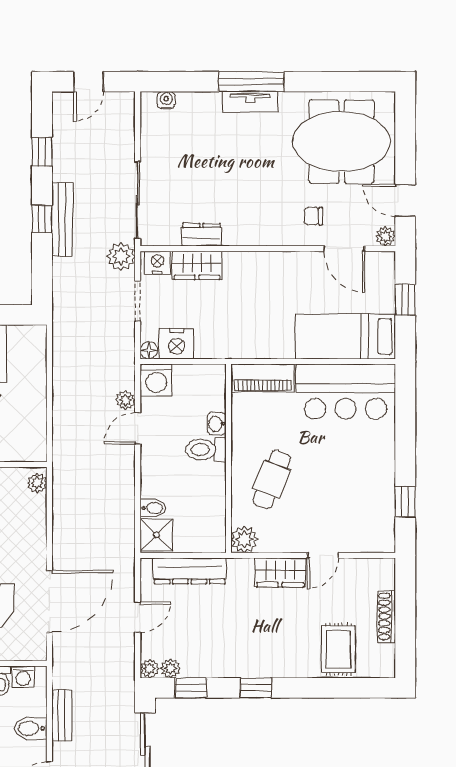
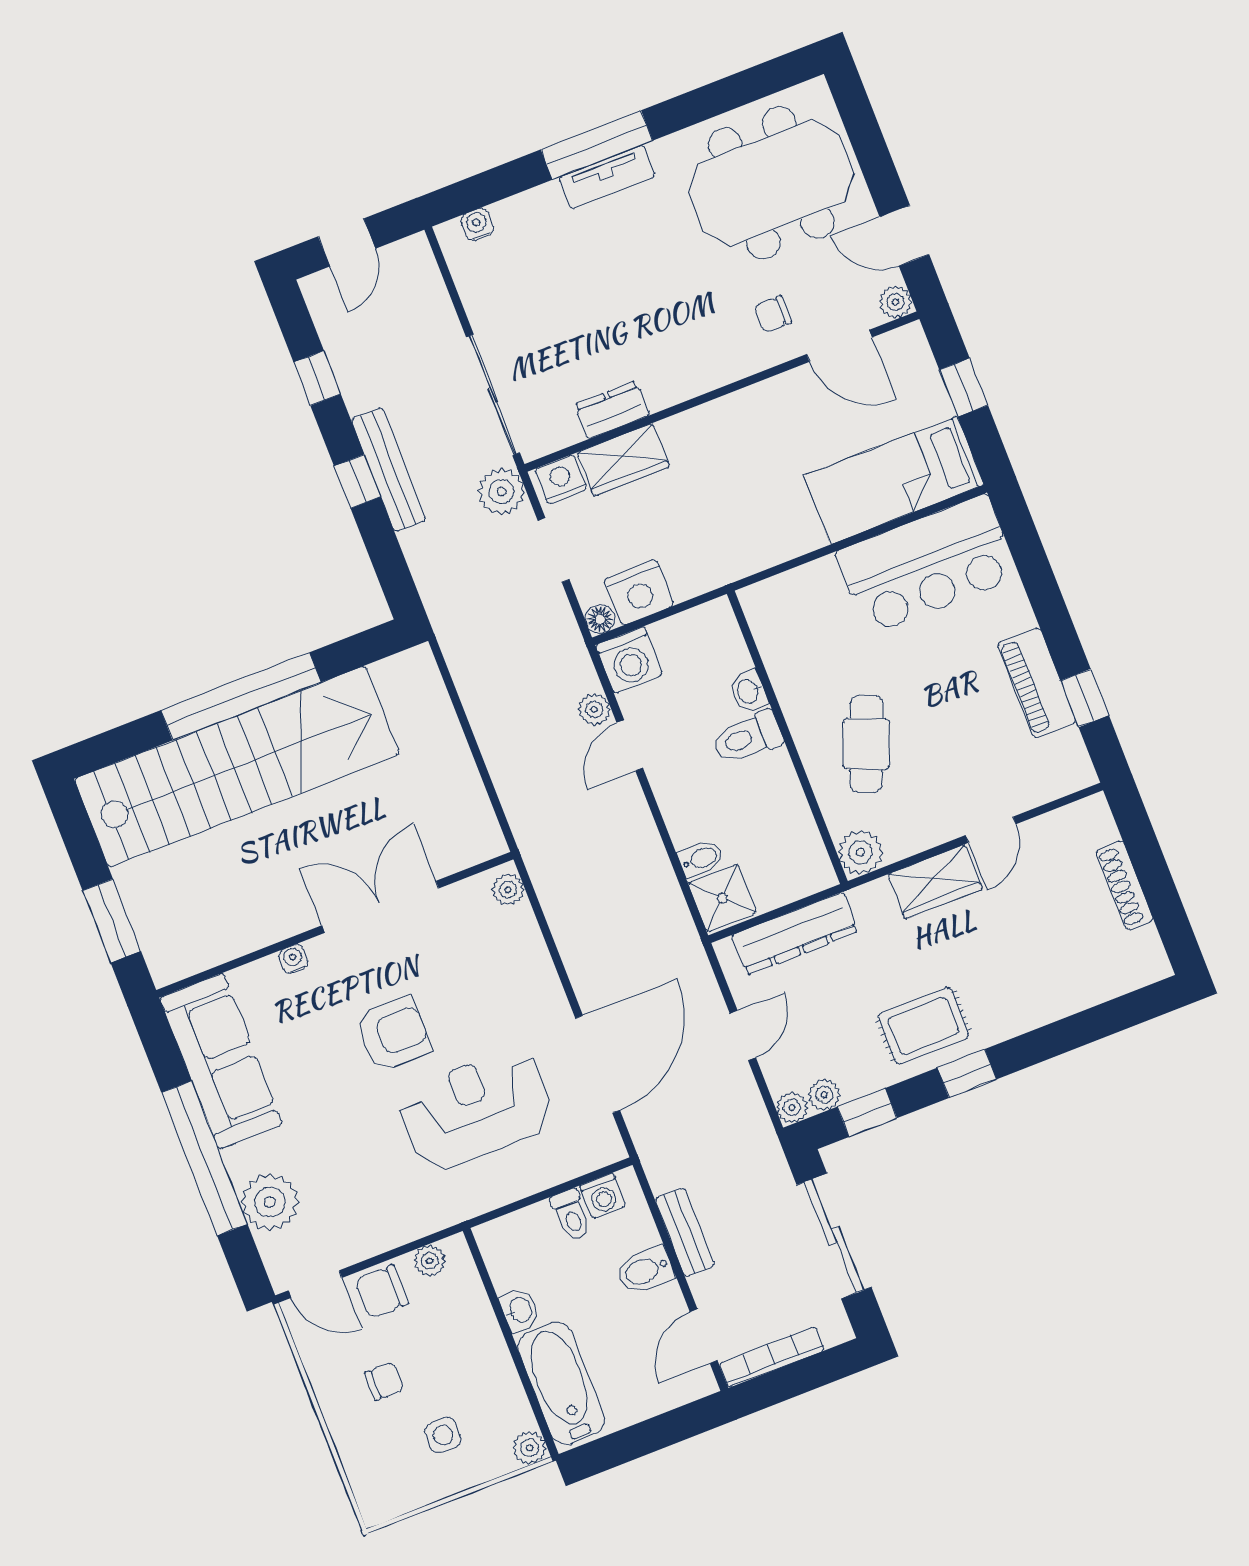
piano: (263, 378) -> (1037, 683), moved, turned 90
rug: (338, 649) -> (923, 1026), moved, turned 90

